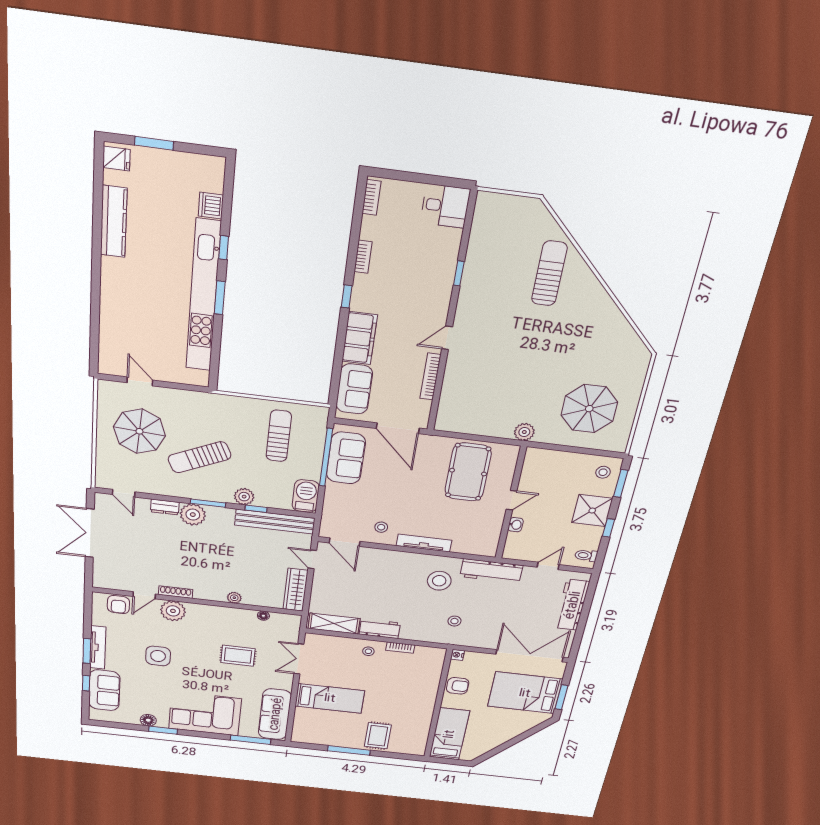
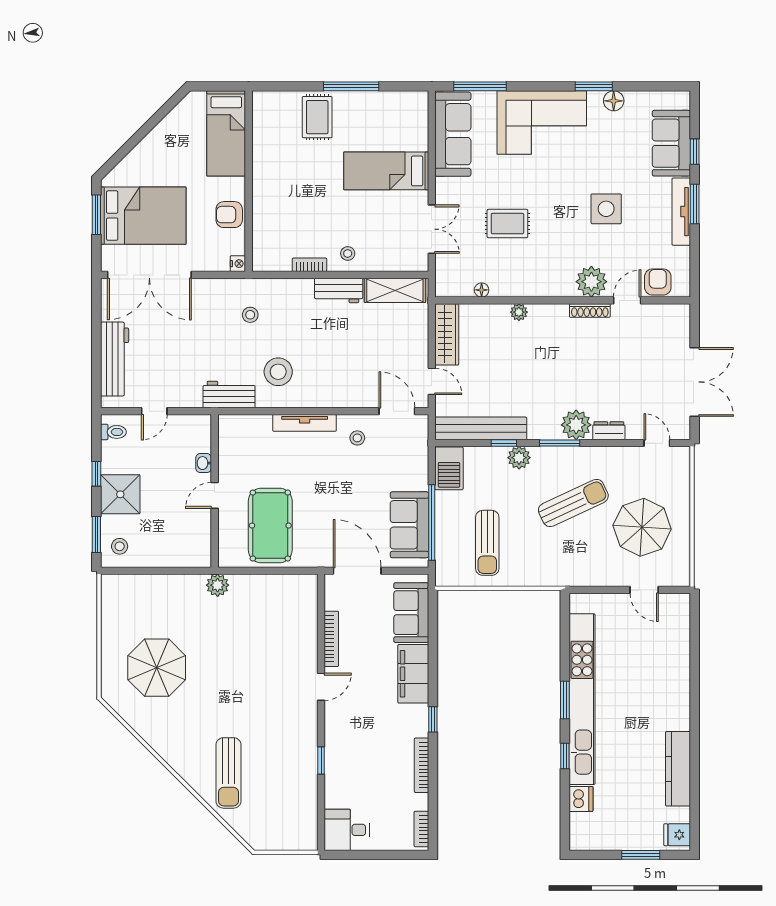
bookcase: (363, 257) -> (422, 765), width x1.56
parasol: (589, 409) -> (157, 668), moved
workbench: (491, 571) -> (229, 394), width x0.73

